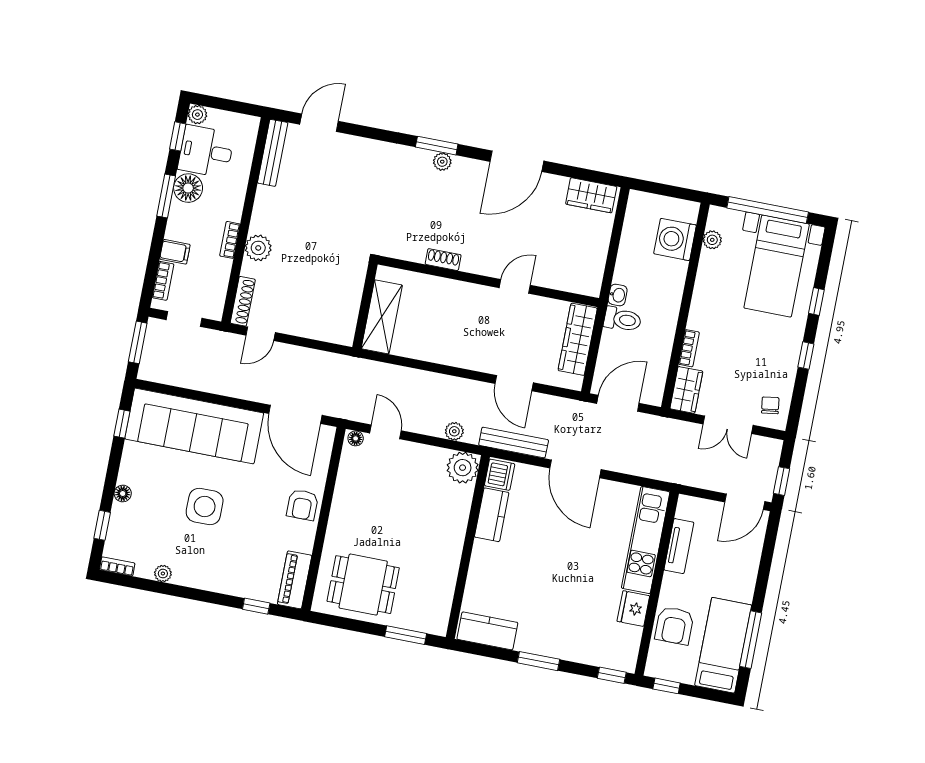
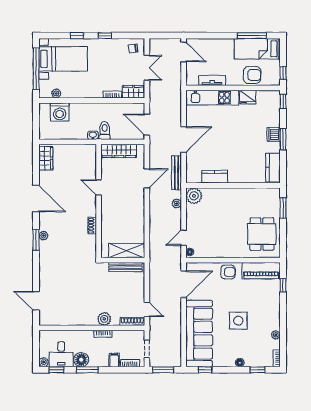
bench: (273, 153) -> (126, 267), moved
dishwasher: (500, 475) -> (274, 134), moved, turned -90
window: (781, 481) -> (170, 36), removed
piano: (295, 580) -> (261, 271), width x1.37, depth x1.33

